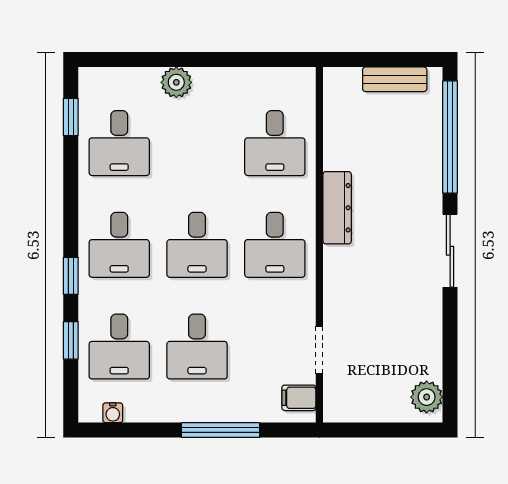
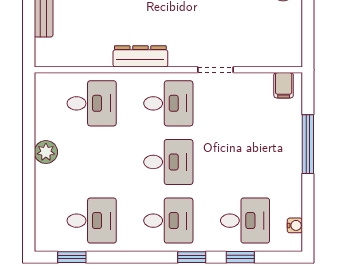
plant: (176, 82) -> (46, 152), moved
desk: (197, 347) -> (245, 162), removed
doorway: (319, 350) -> (215, 70), moved

